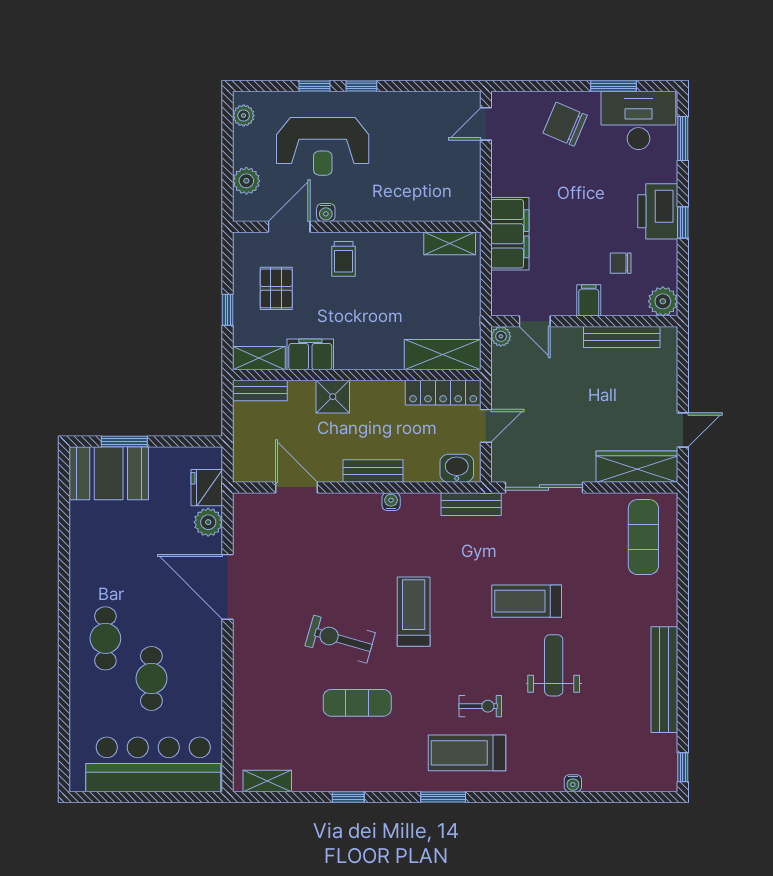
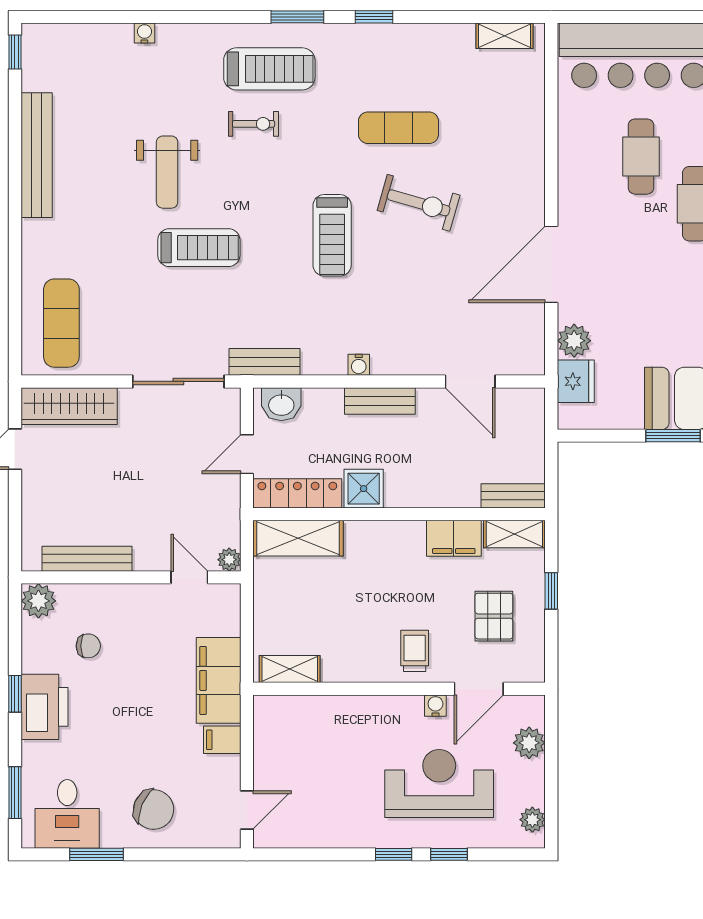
desk: (638, 120) -> (67, 814), width x0.73
filing cabinet: (589, 300) -> (222, 740), moved, turned 90
shower: (333, 397) -> (364, 489), moved
door: (228, 587) -> (551, 264), swing flipped
exercise bike: (480, 706) -> (254, 124), turned 180
window: (348, 797) -> (374, 17), moved

